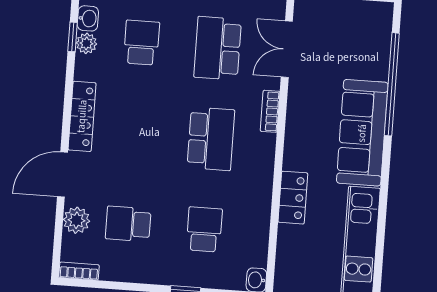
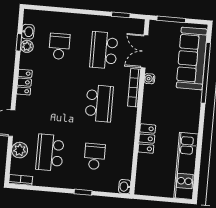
water cooler: (296, 96) -> (149, 79), added
bookcase: (270, 111) -> (134, 88), width x1.56
locker: (82, 116) -> (24, 82), width x0.66
sofa: (362, 133) -> (192, 58), moved
school desk: (128, 224) -> (50, 153), width x1.85

